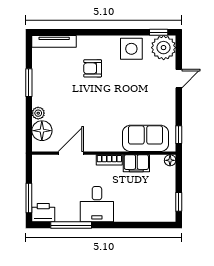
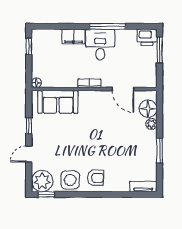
tv unit: (54, 41) -> (143, 187), width x0.71
armchair: (93, 68) -> (96, 178), moved
window: (179, 135) -> (29, 126), moved
door: (71, 153) -> (123, 89), hinge flipped
filing cabinet: (136, 163) -> (73, 37), moved, turned 180
window: (71, 225) -> (107, 26), moved

